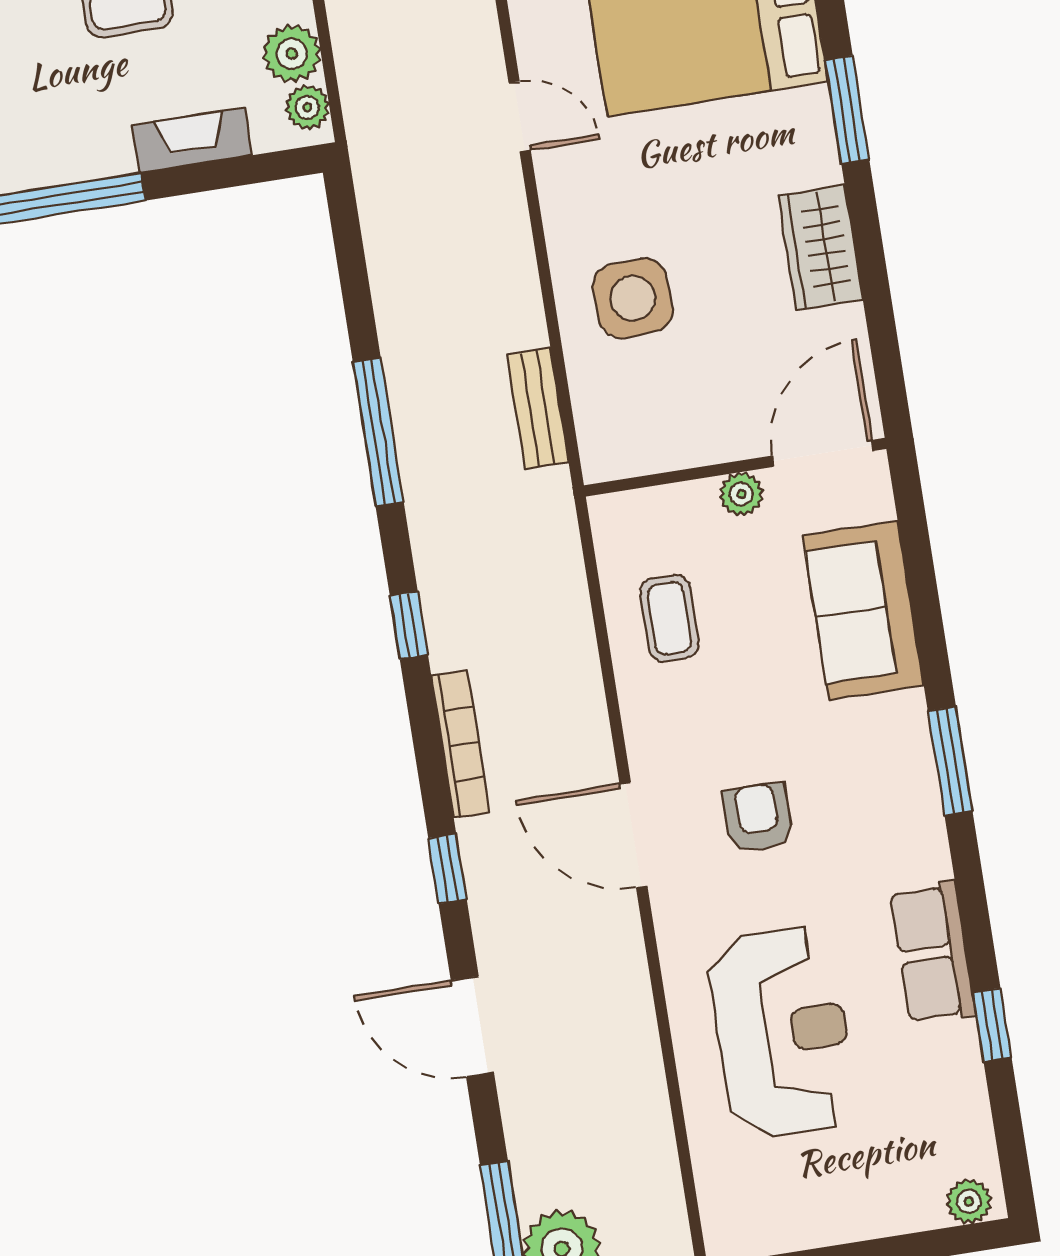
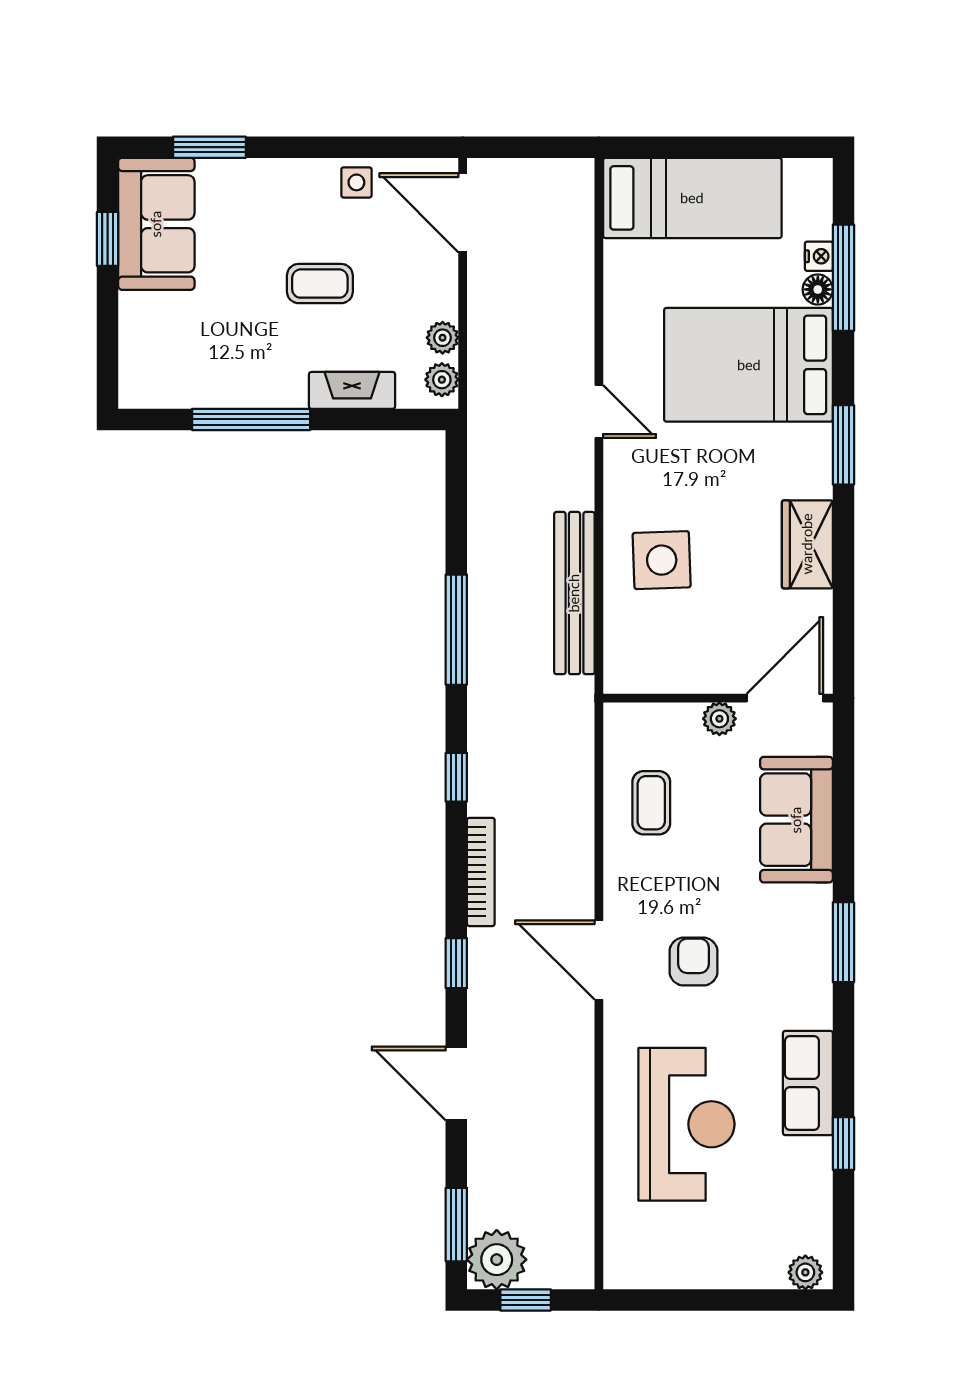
plant: (292, 54) -> (443, 338), width x0.73, depth x0.73
bench: (538, 408) -> (574, 593), width x1.86, depth x1.21

